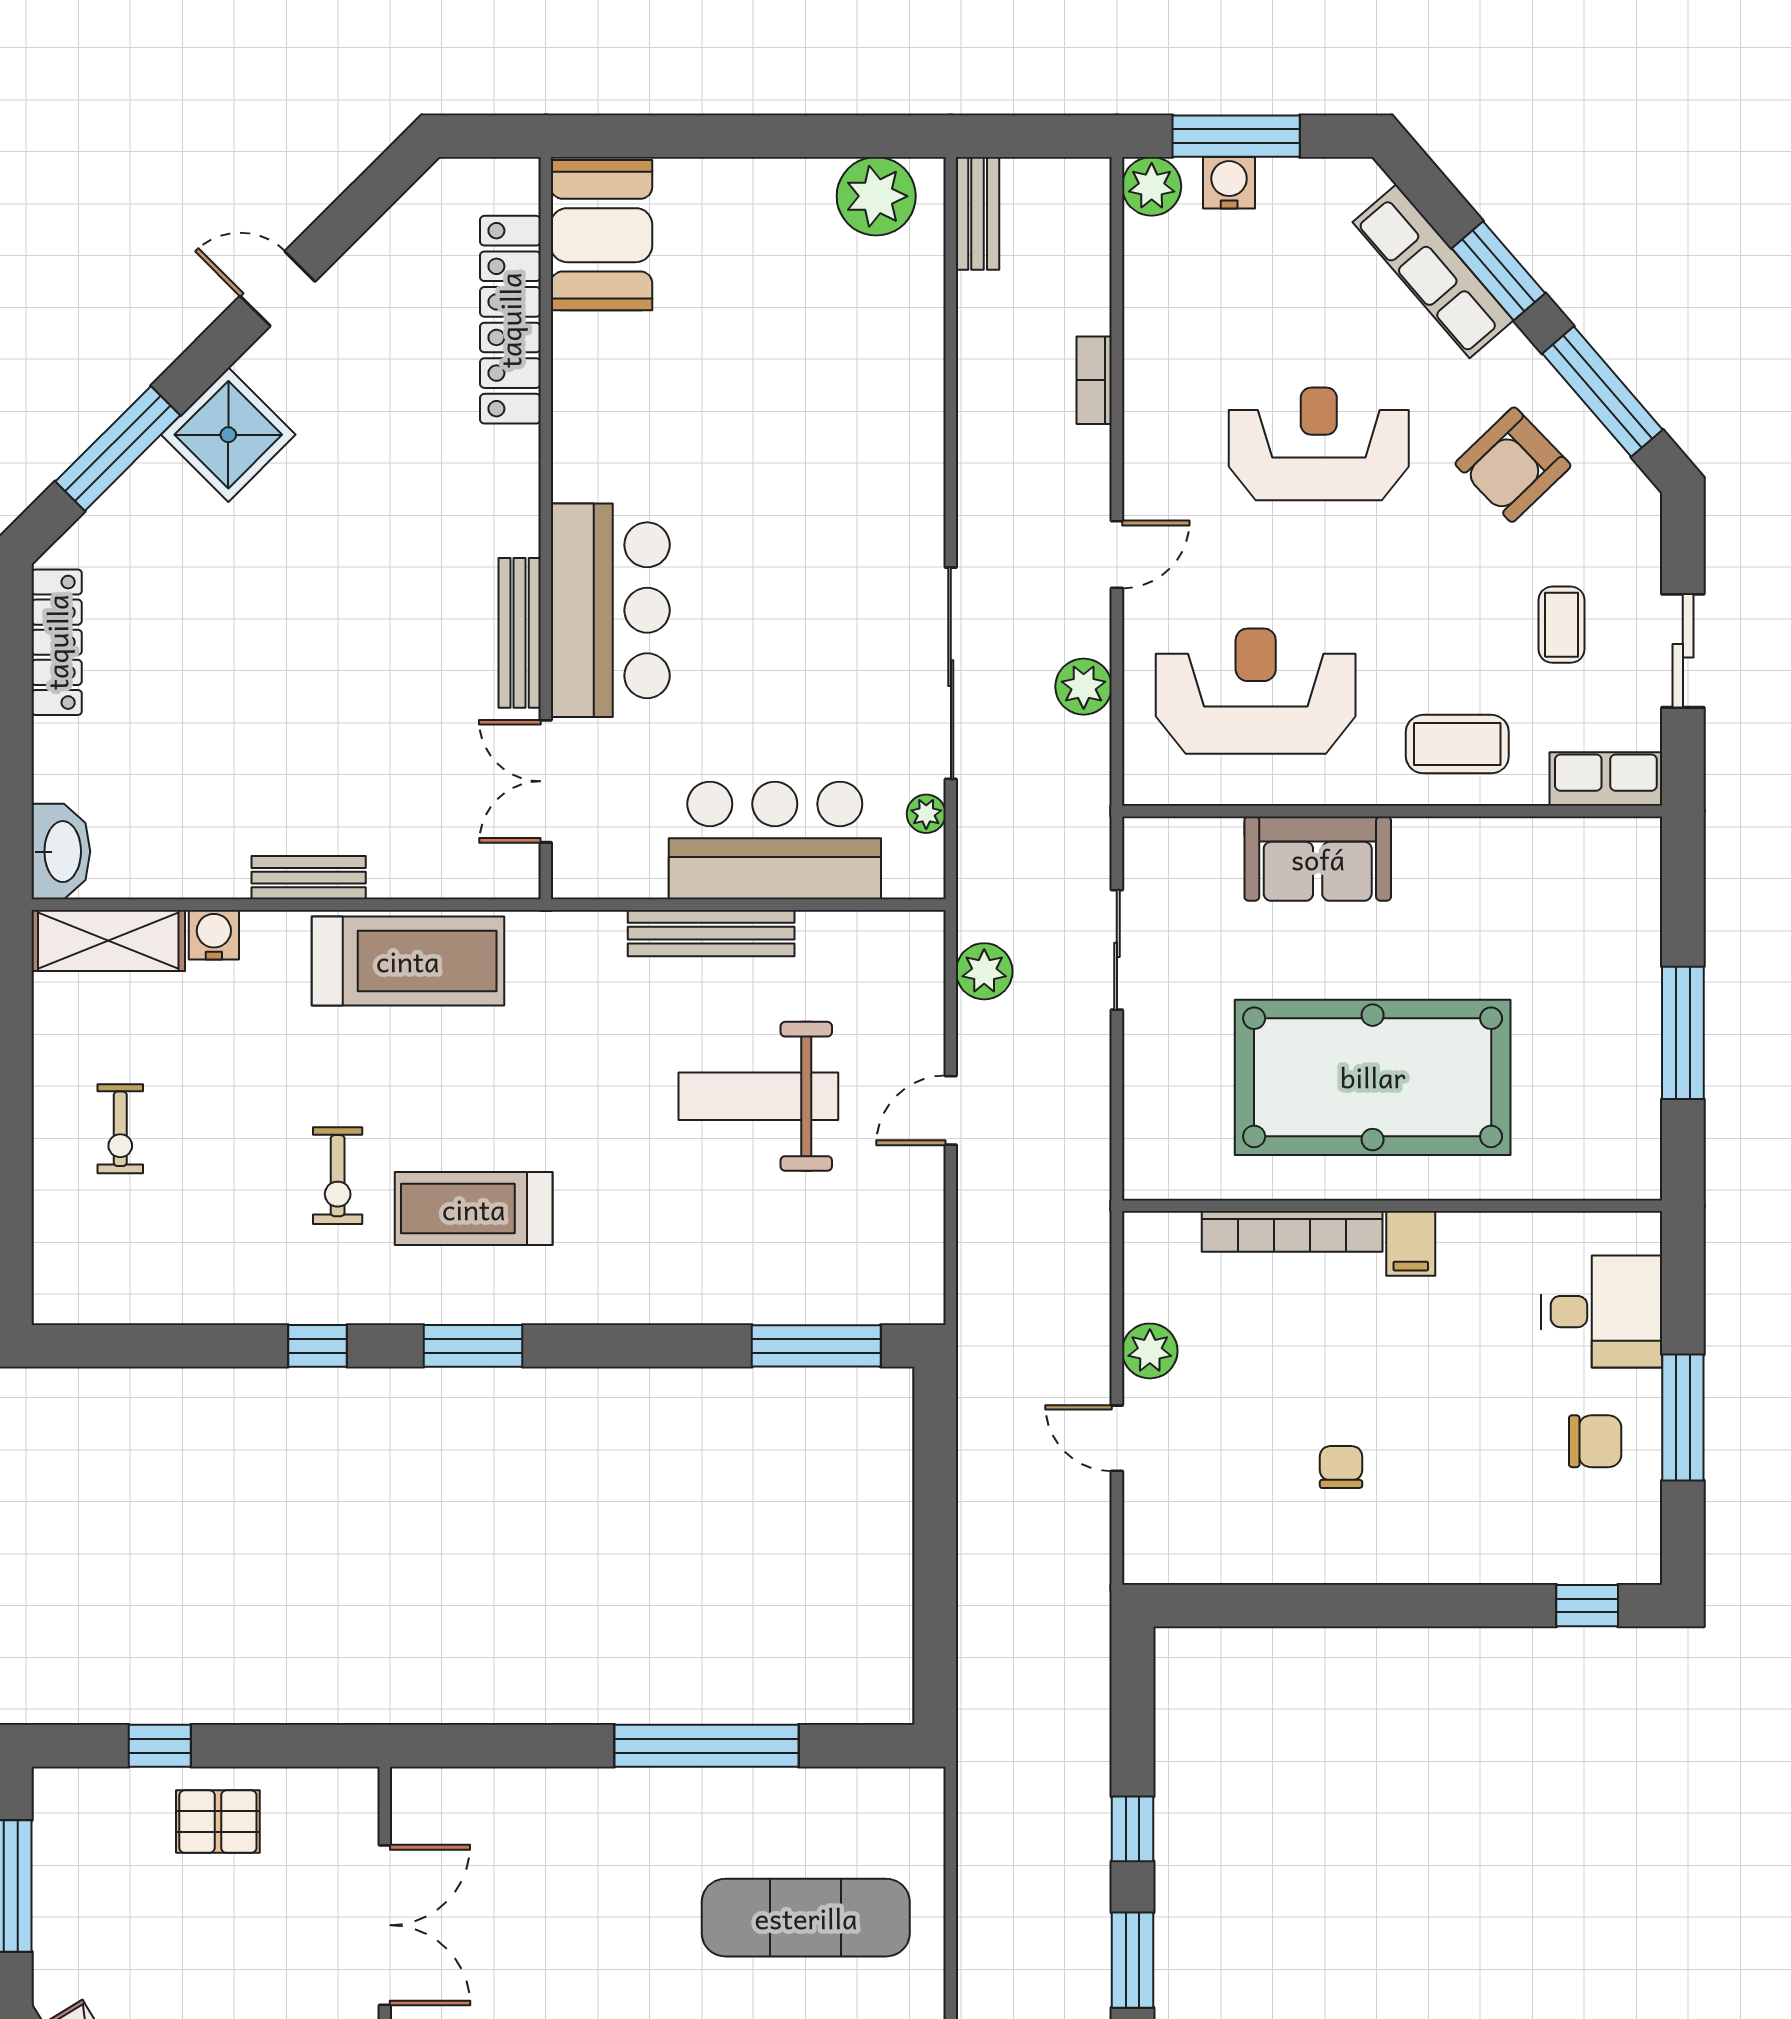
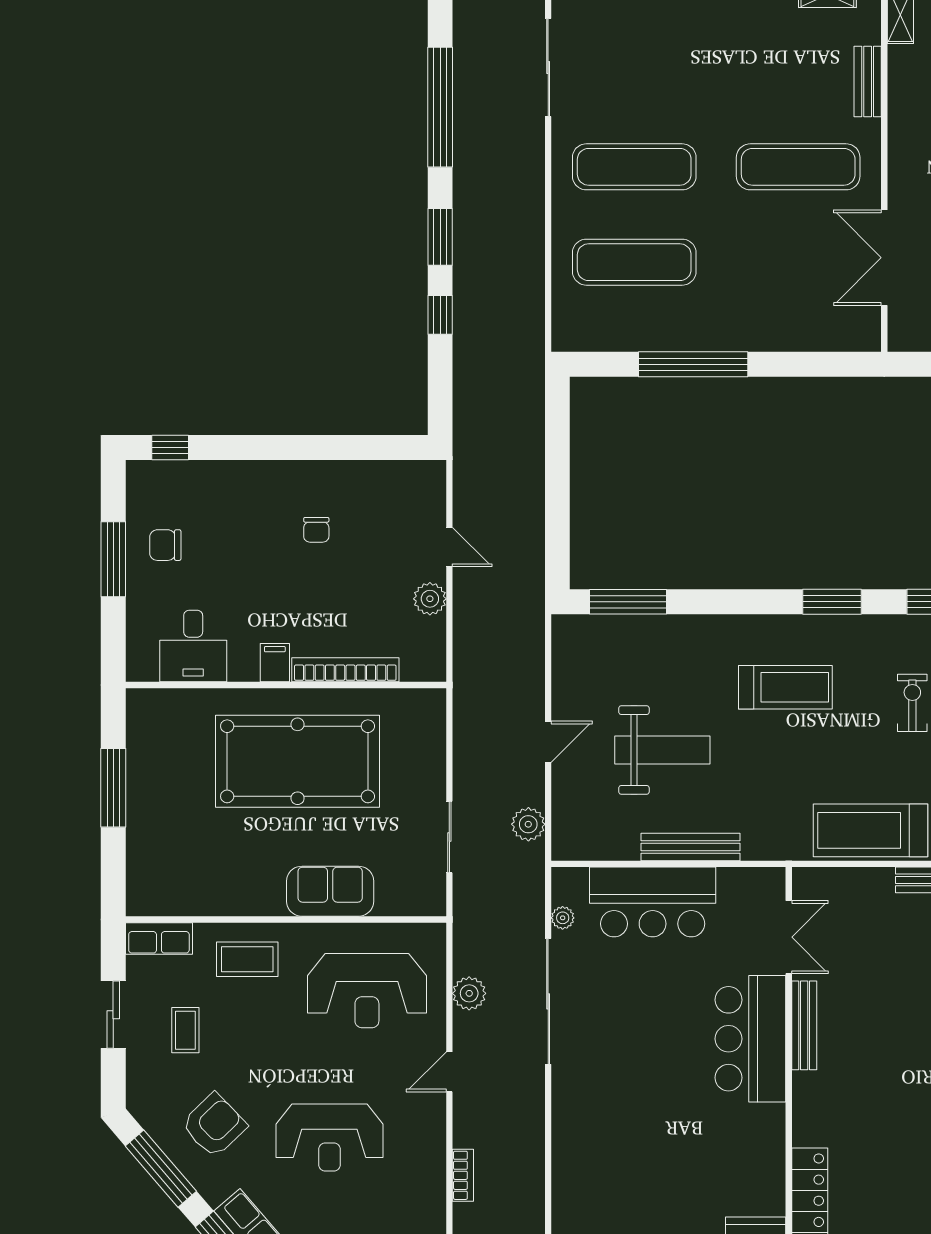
treadmill: (474, 1209) -> (785, 687), moved
desk: (1602, 1312) -> (193, 646), moved, turned -90

